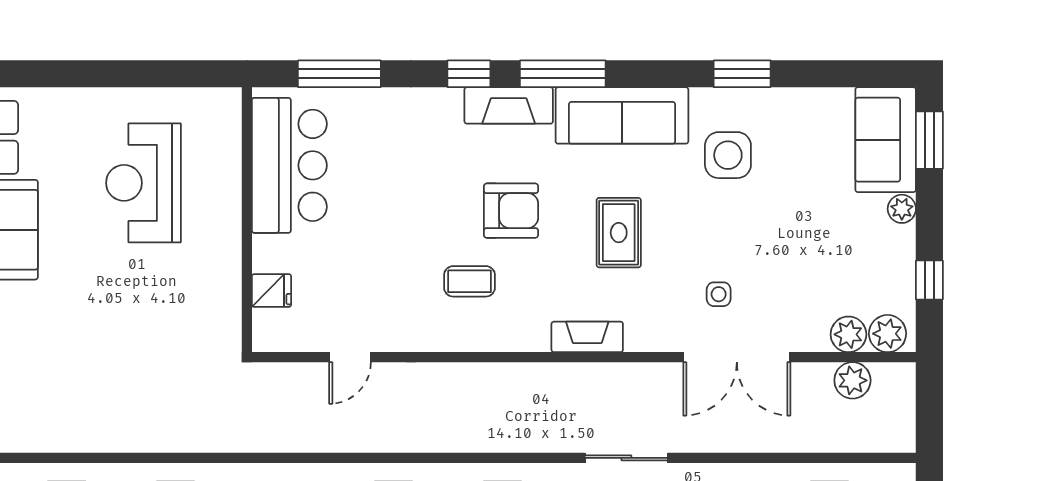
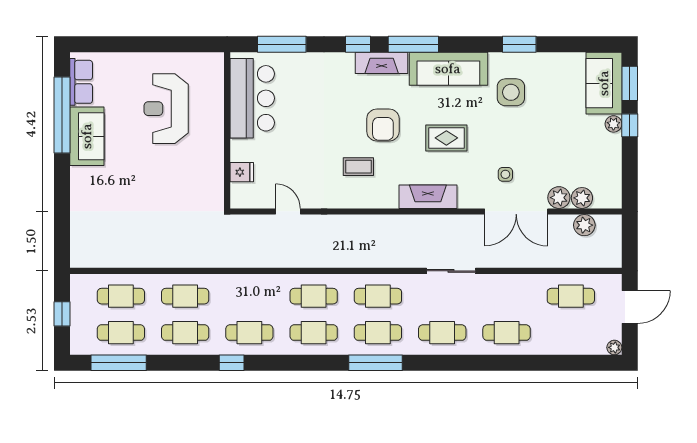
armchair: (511, 211) -> (383, 125), turned 90
rug: (619, 233) -> (446, 138), turned 90
window: (929, 280) -> (630, 125), moved
plant: (888, 334) -> (559, 198), moved
fireplace: (587, 337) -> (428, 197), width x1.37, depth x1.32
door: (350, 357) -> (288, 211), swing flipped

